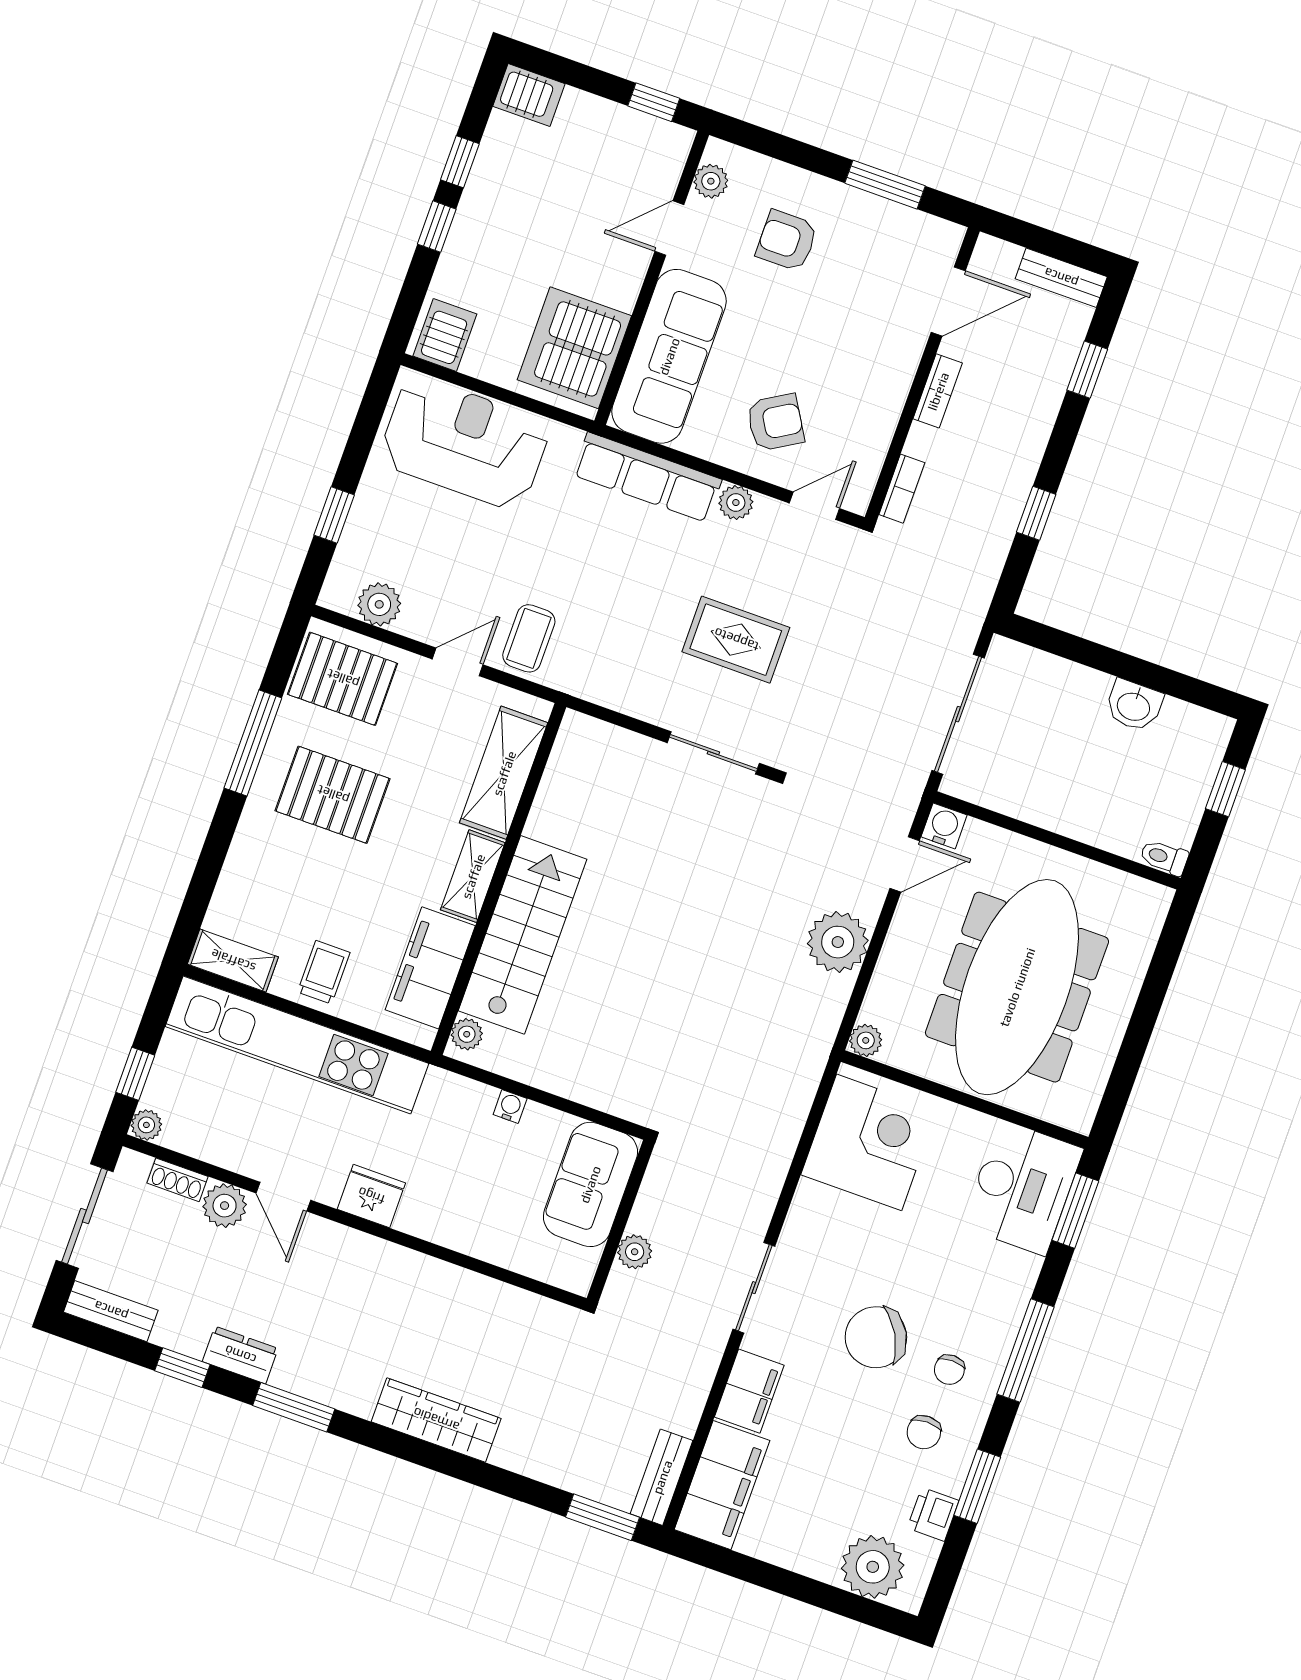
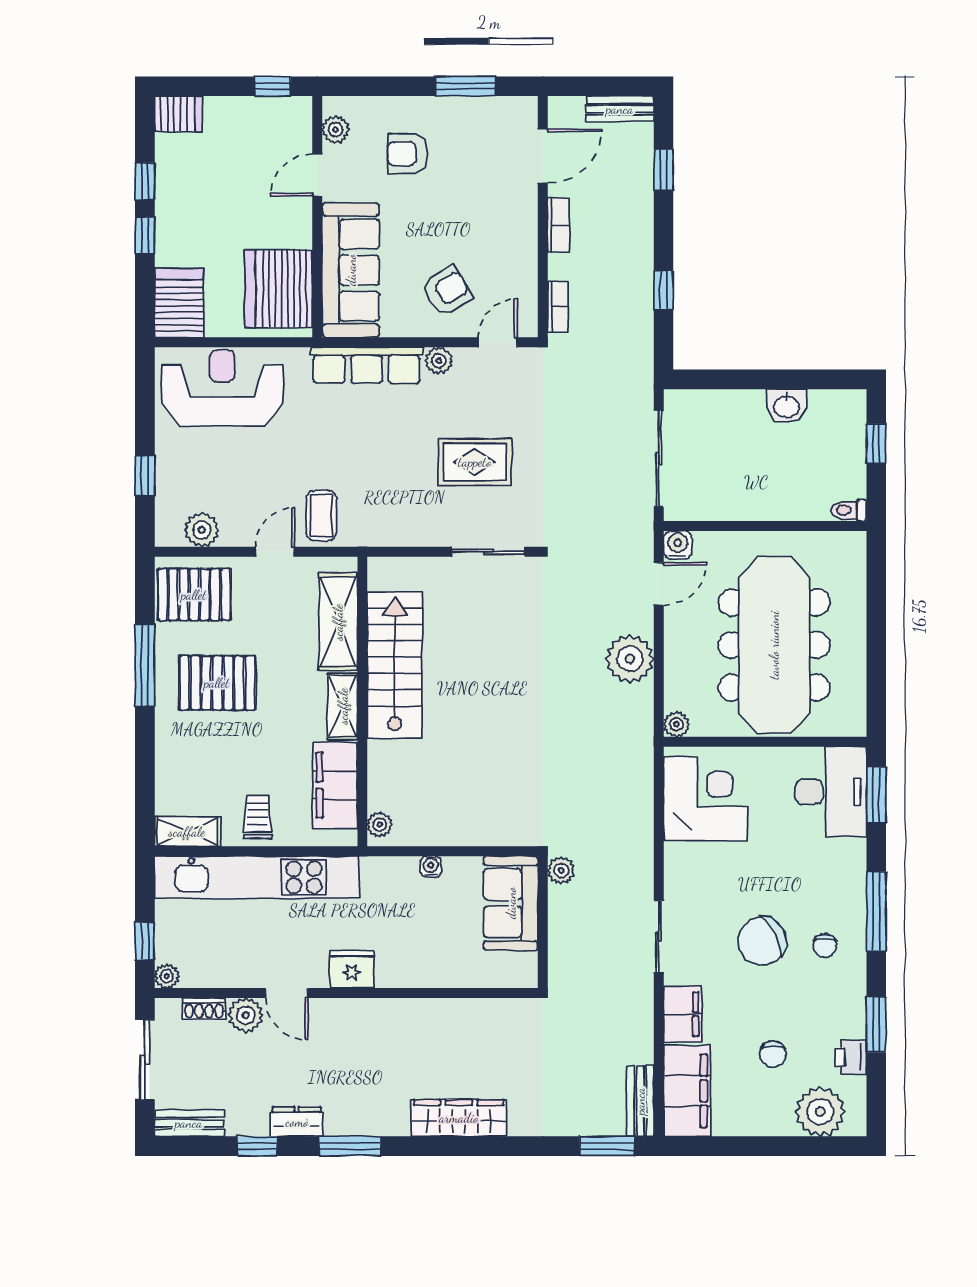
server rack: (445, 335) -> (179, 303), width x1.36, depth x1.44
stairs: (522, 935) -> (395, 665), moved
plant: (635, 1252) -> (561, 870), moved
chair: (924, 1432) -> (773, 1054), moved

